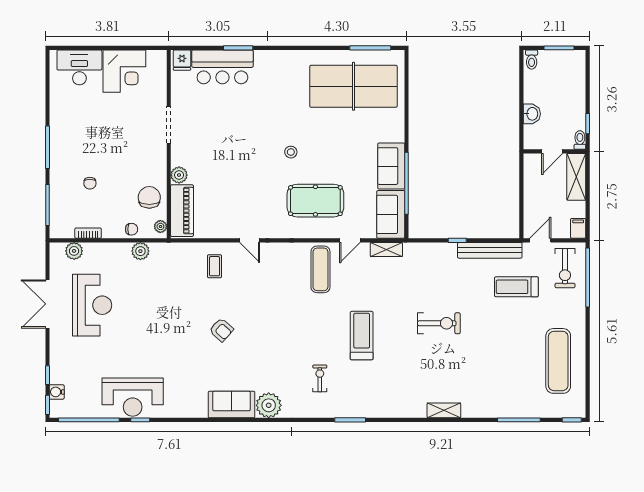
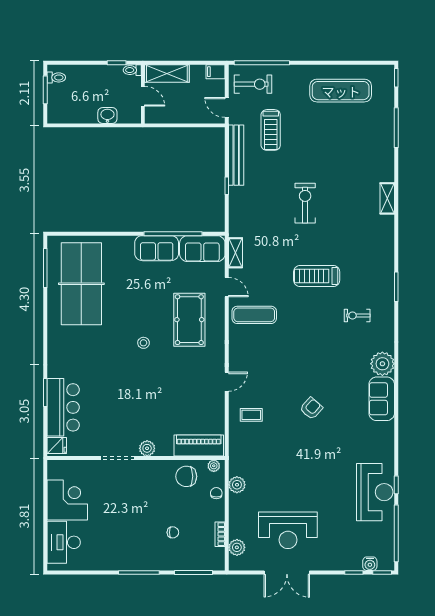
toilet: (532, 60) -> (56, 77), moved
plant: (179, 175) -> (147, 448), moved
reception desk: (92, 305) -> (288, 530), turned 180

